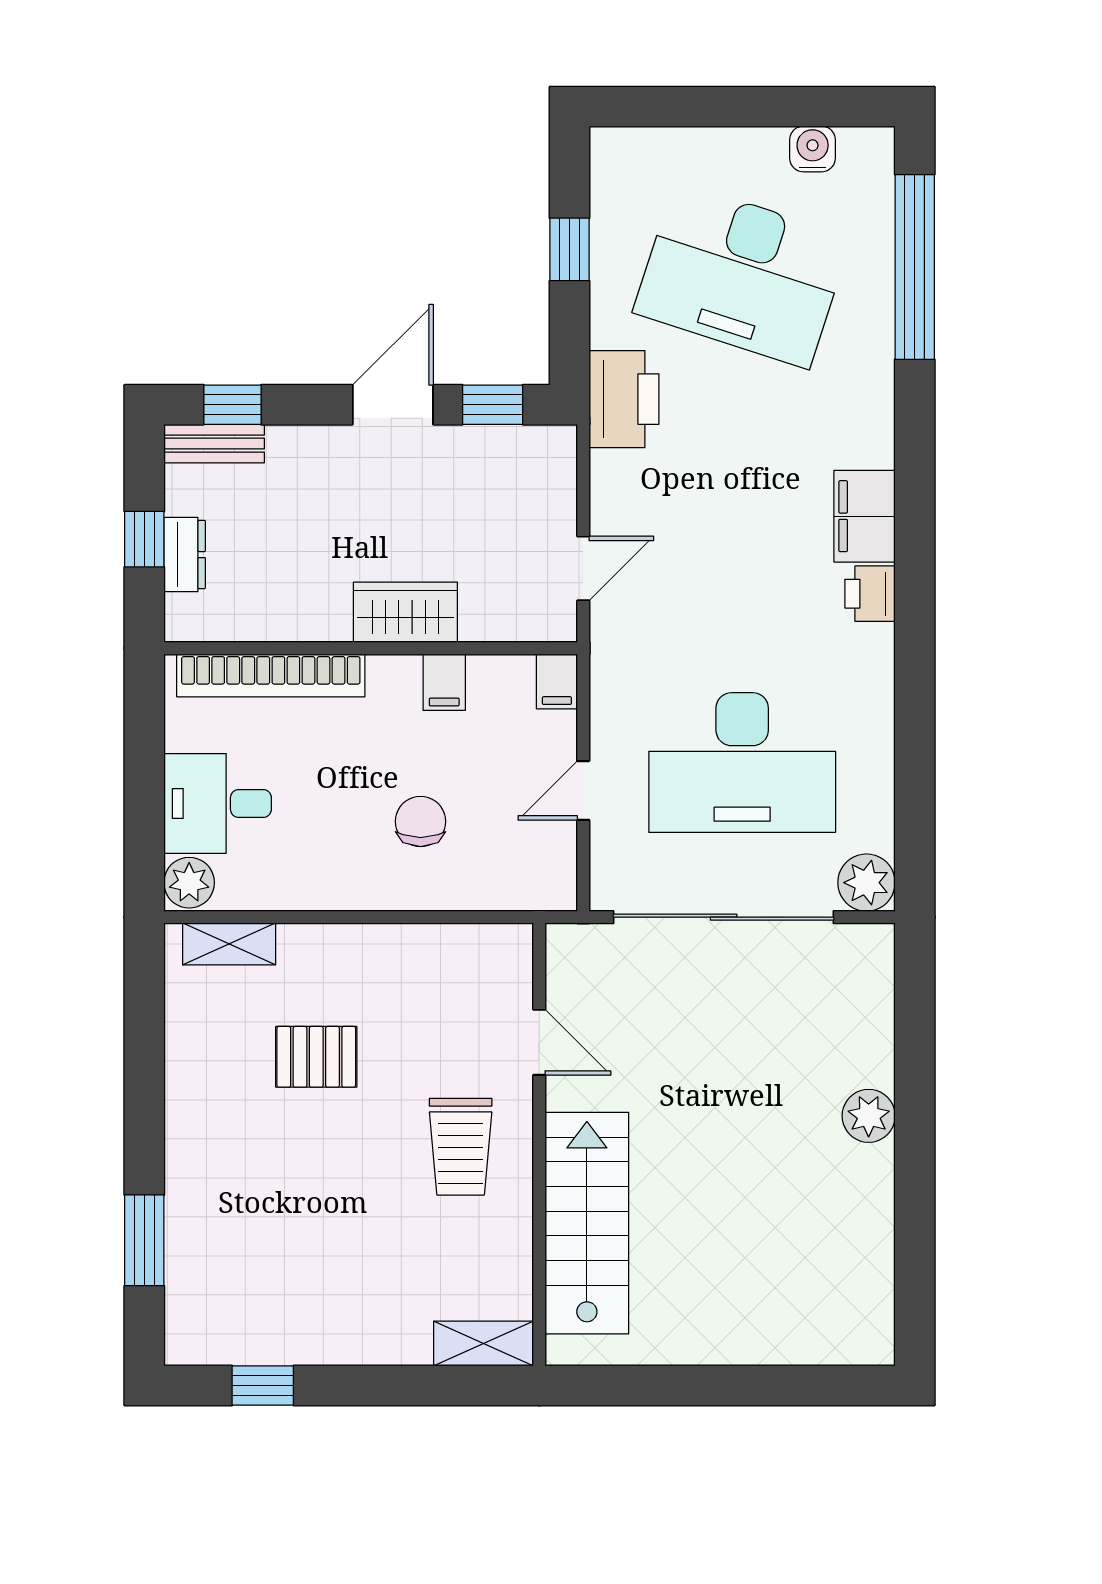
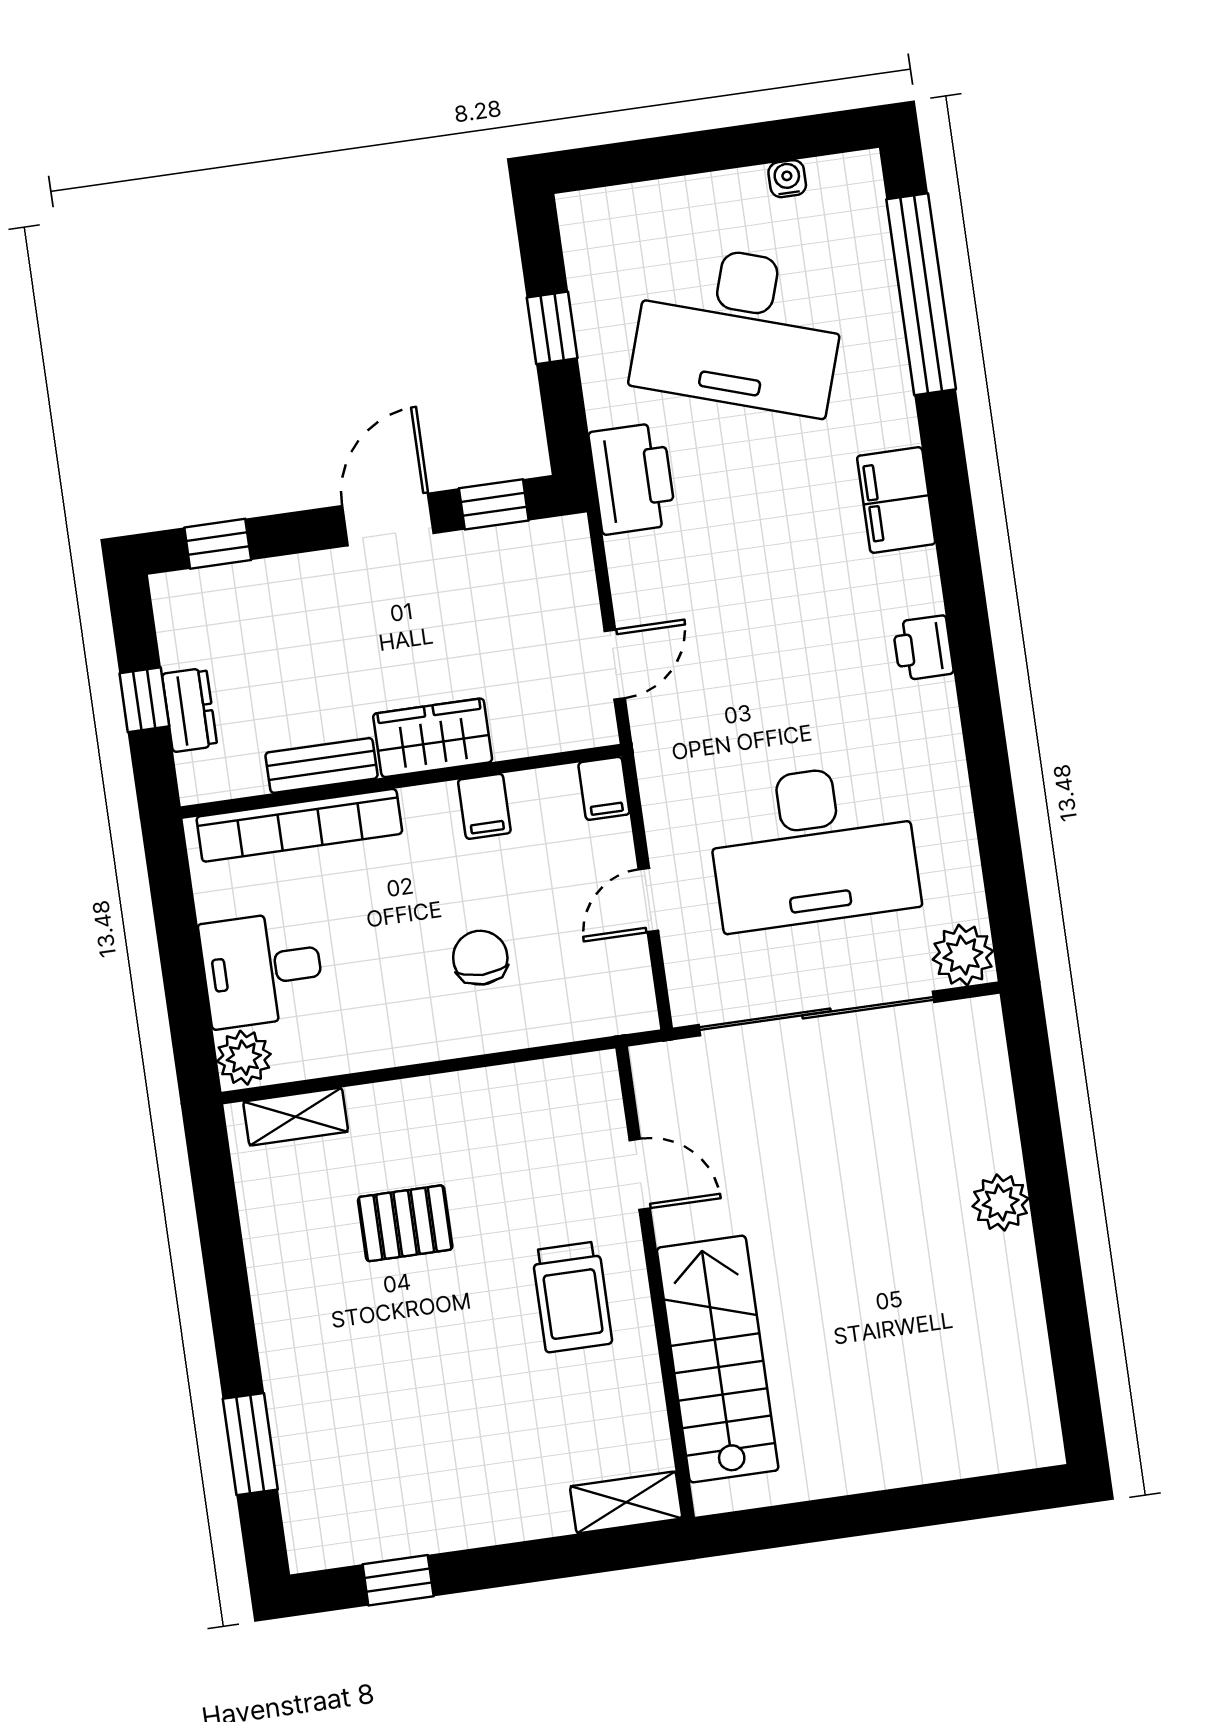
water cooler: (813, 149) -> (787, 179), width x0.72, depth x0.72
bench: (214, 444) -> (321, 765), moved
filing cabinet: (865, 516) -> (896, 500), moved

